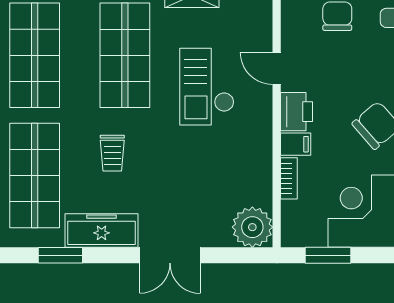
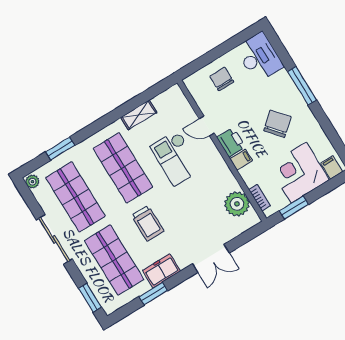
trolley: (112, 153) -> (148, 223), width x1.36, depth x1.39
bookcase: (289, 178) -> (259, 198), moved
plant: (252, 227) -> (237, 204), moved
freezer: (102, 231) -> (161, 271), width x0.71

